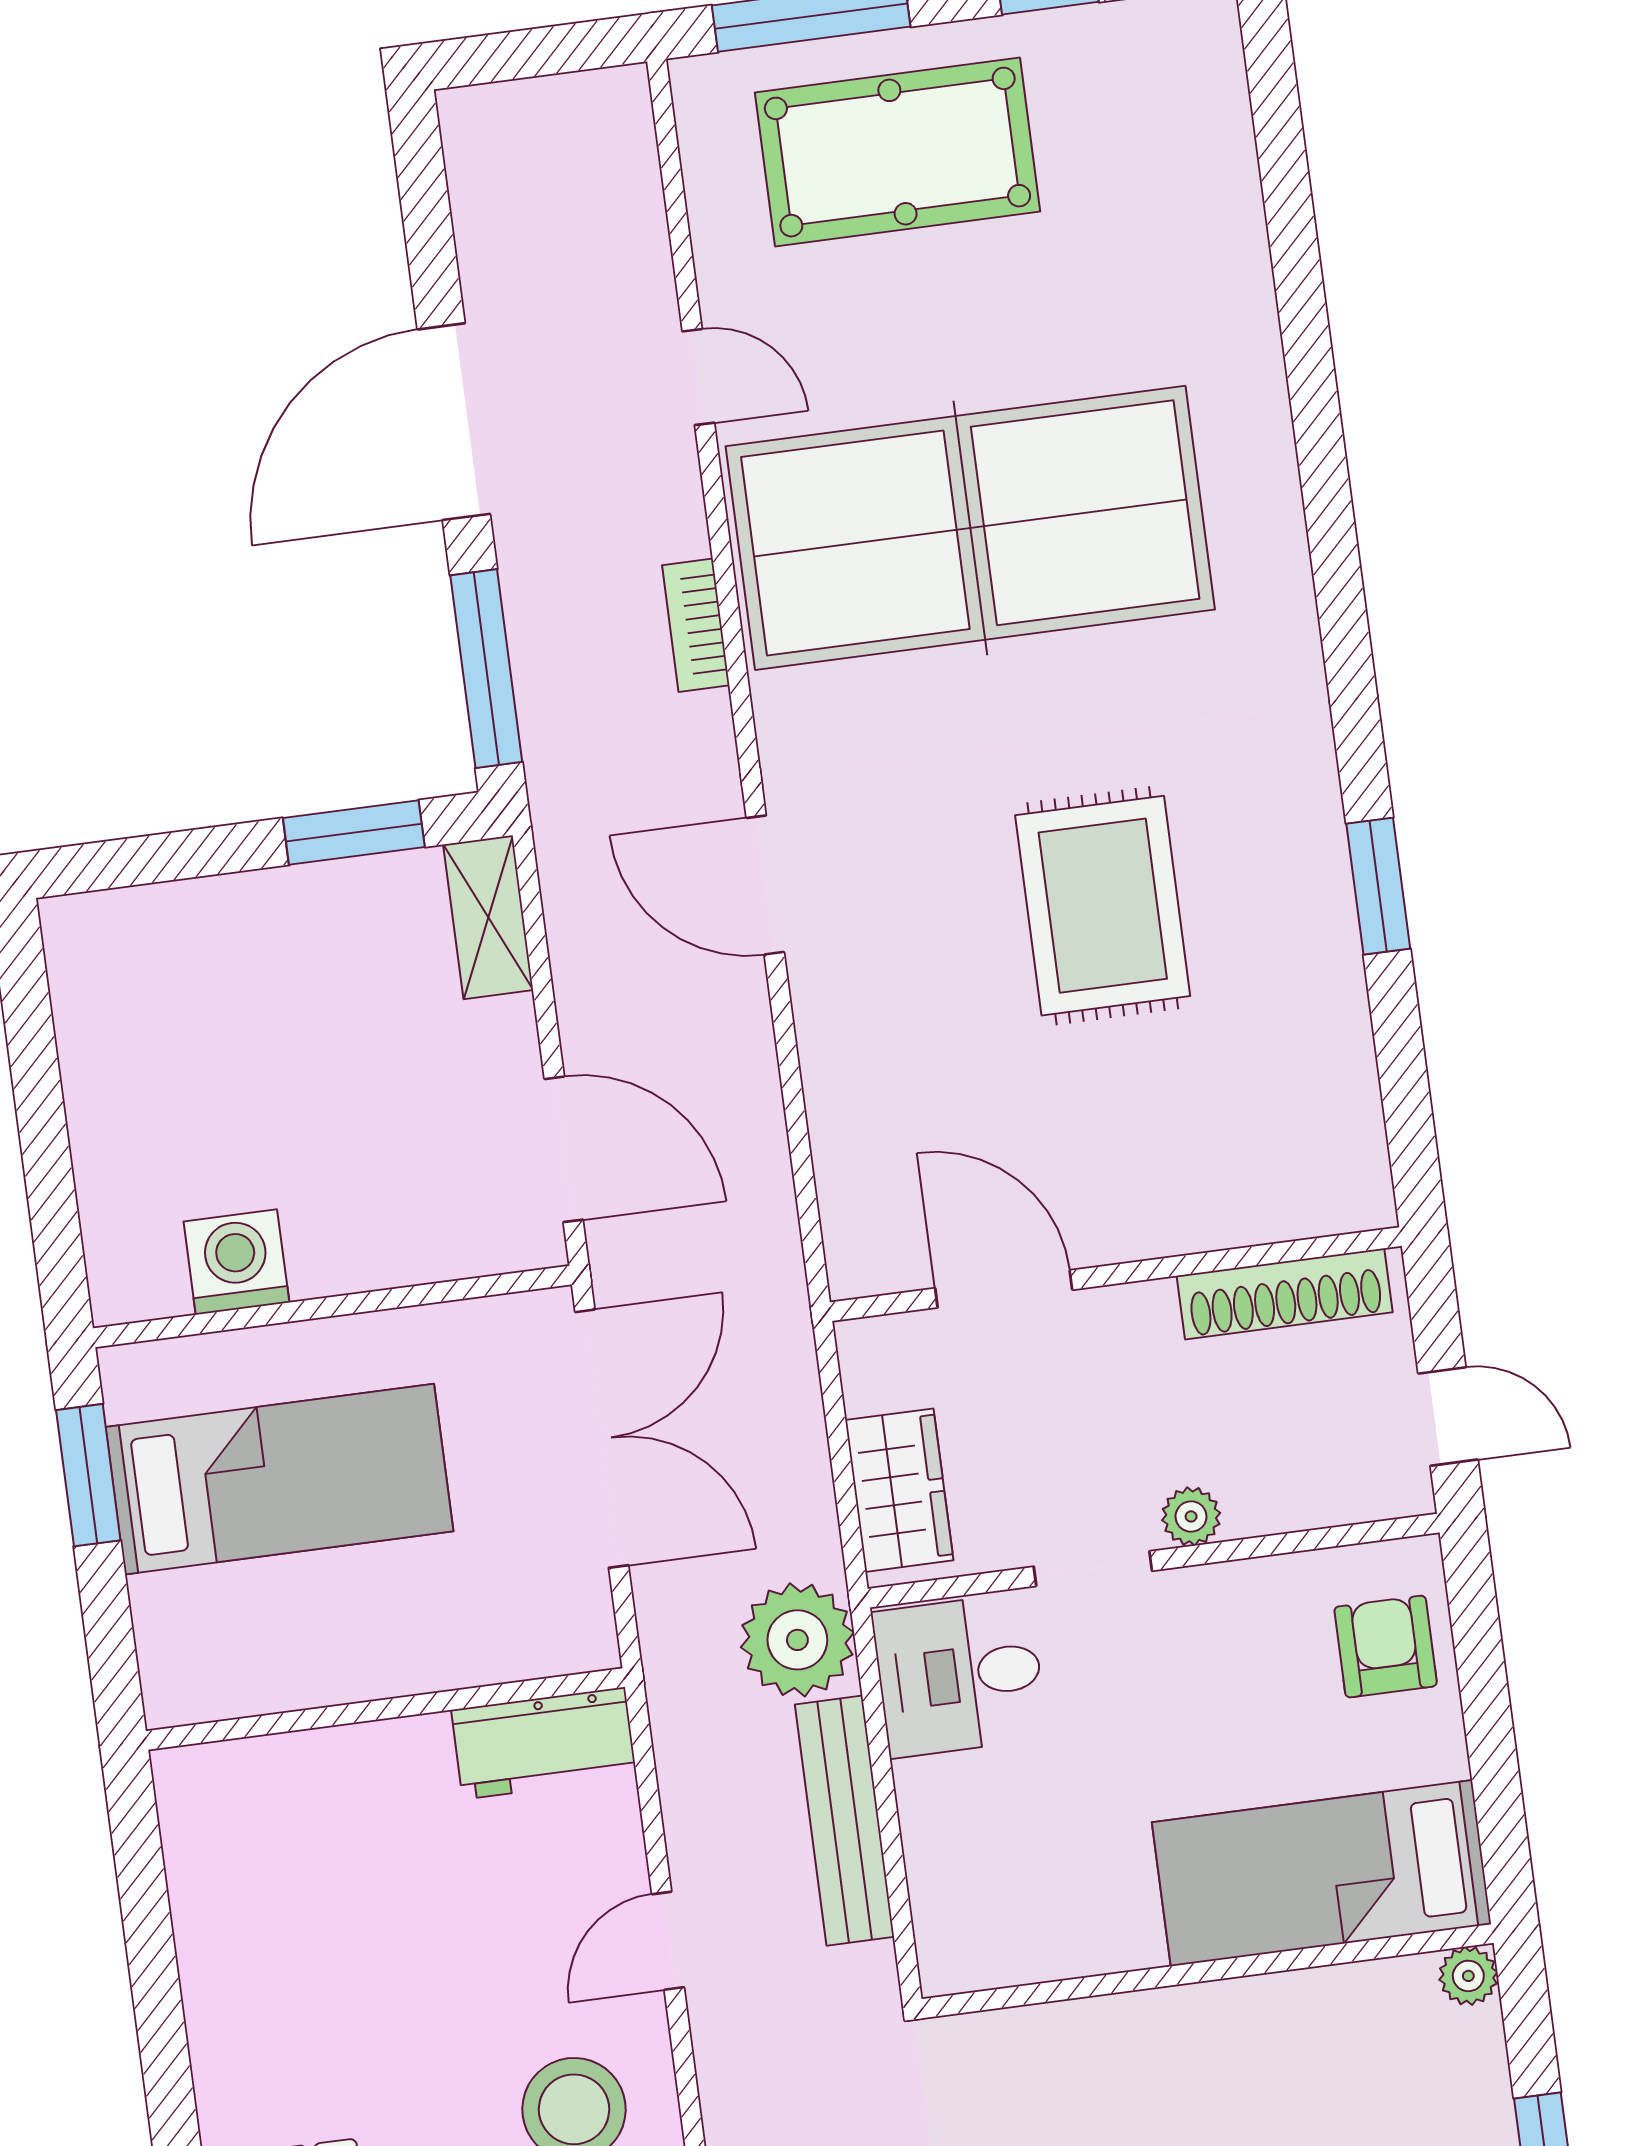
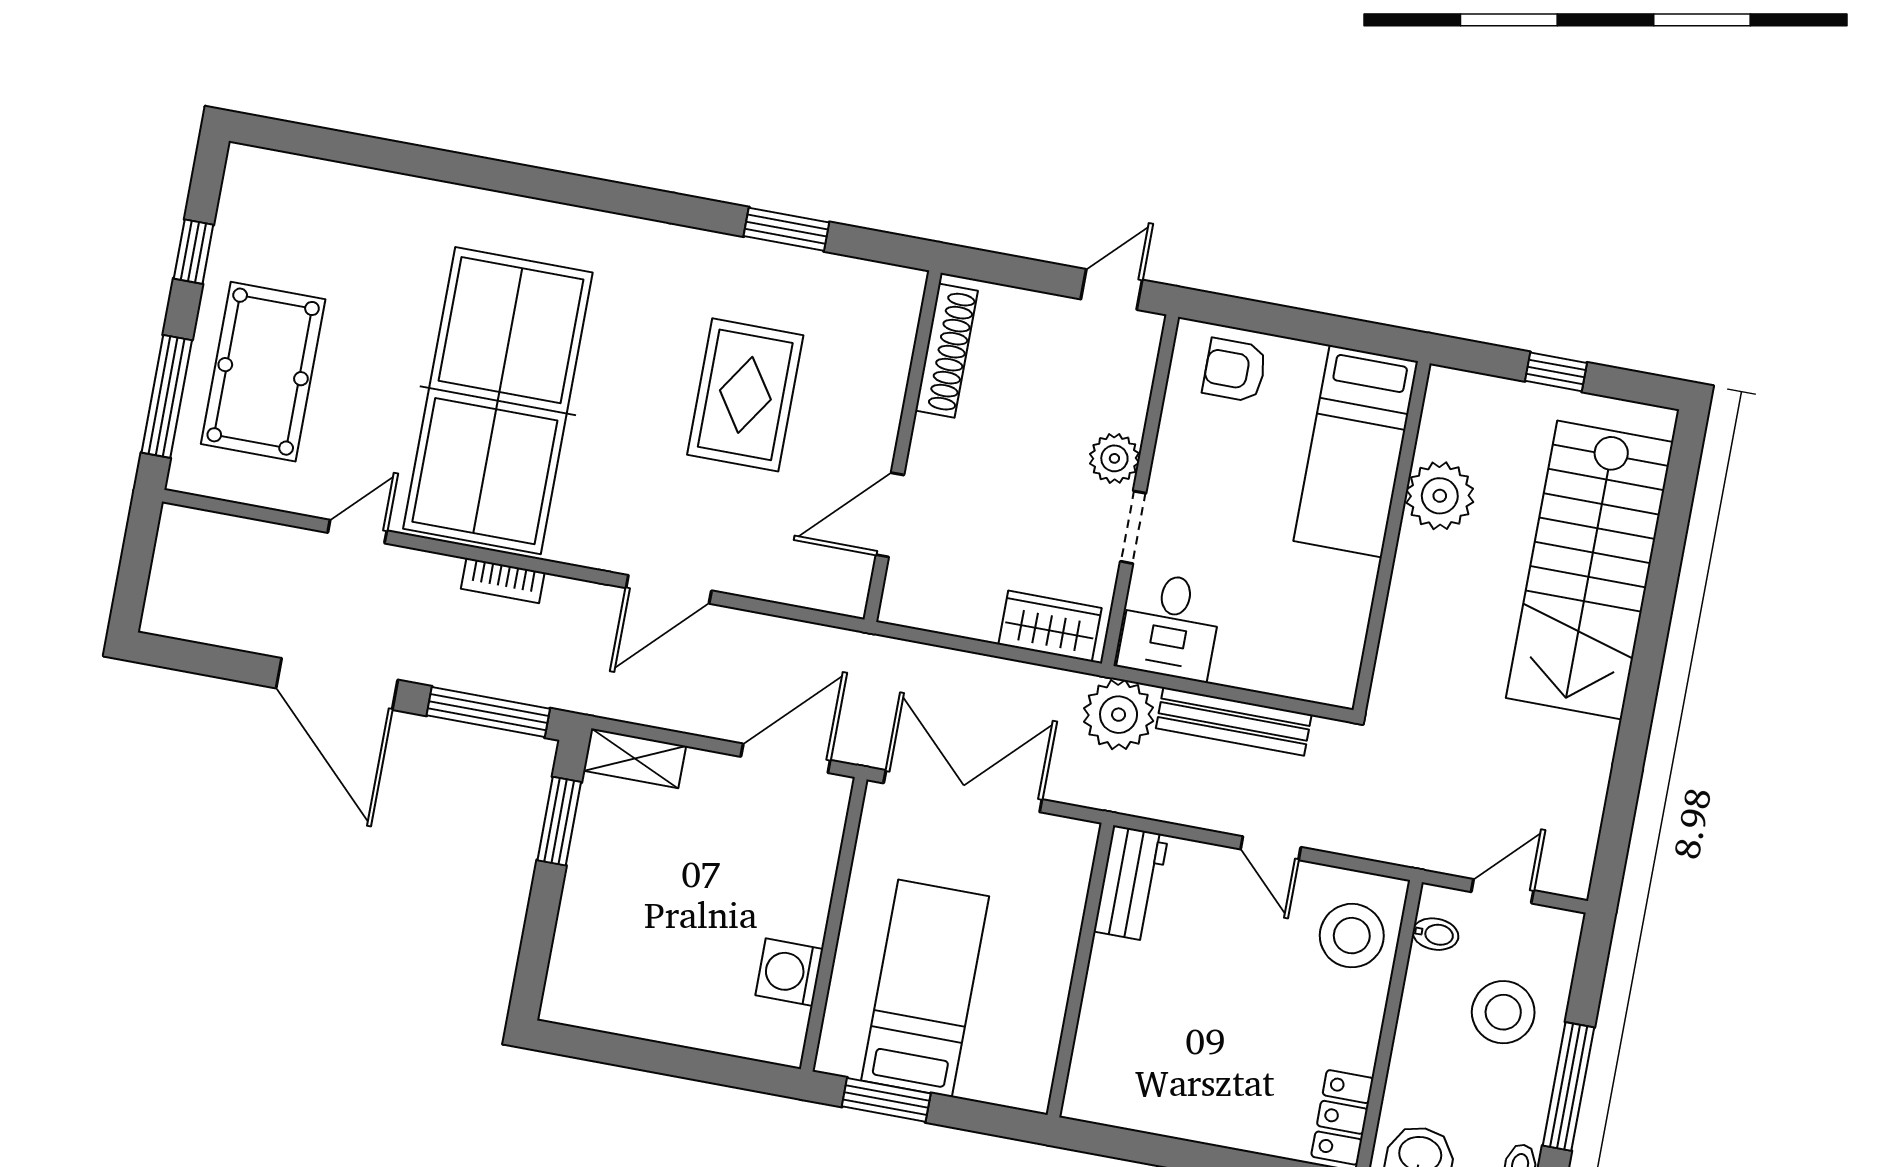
rug: (1103, 906) -> (745, 395), turned 90
wall: (1116, 1274) -> (903, 446), moved
door: (1004, 1289) -> (890, 515), moved
shoe rack: (1285, 1294) -> (947, 351), moved
plant: (1191, 1516) -> (1114, 458), width x1.38, depth x1.38
plant: (1468, 1976) -> (1440, 496), moved, width x1.88, depth x1.88

